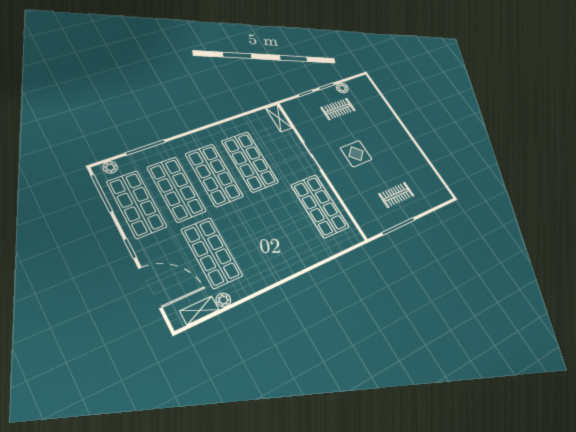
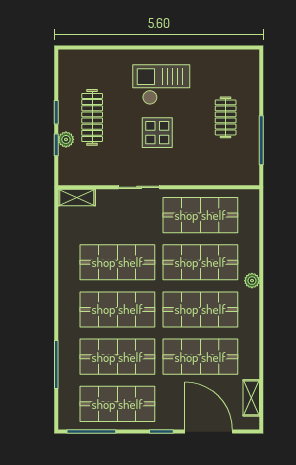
plant: (342, 88) -> (66, 139), moved
clothes rail: (338, 109) -> (92, 117), width x1.36
checkout: (388, 144) -> (161, 85), added
plant: (110, 167) -> (66, 410), removed
shop shelf: (286, 221) -> (200, 262), added
shop shelf: (250, 236) -> (200, 309), added
door: (150, 288) -> (209, 432), hinge flipped
plant: (223, 300) -> (252, 281), moved

